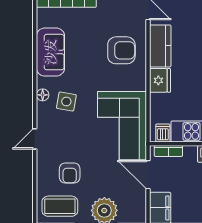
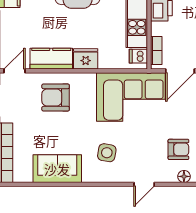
armchair: (121, 50) -> (56, 98), turned -90
floor lamp: (43, 95) -> (184, 176), moved
door: (35, 139) -> (144, 184), hinge flipped

